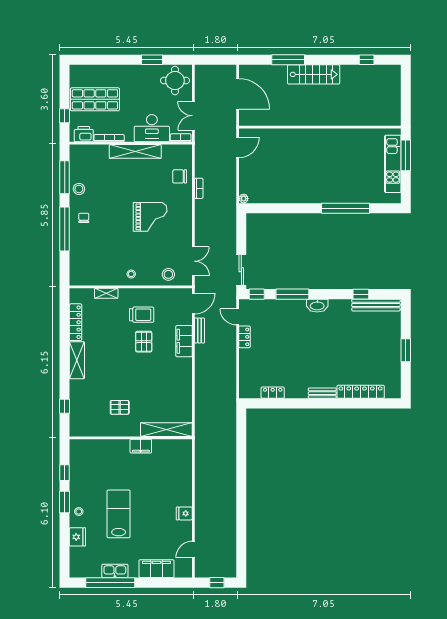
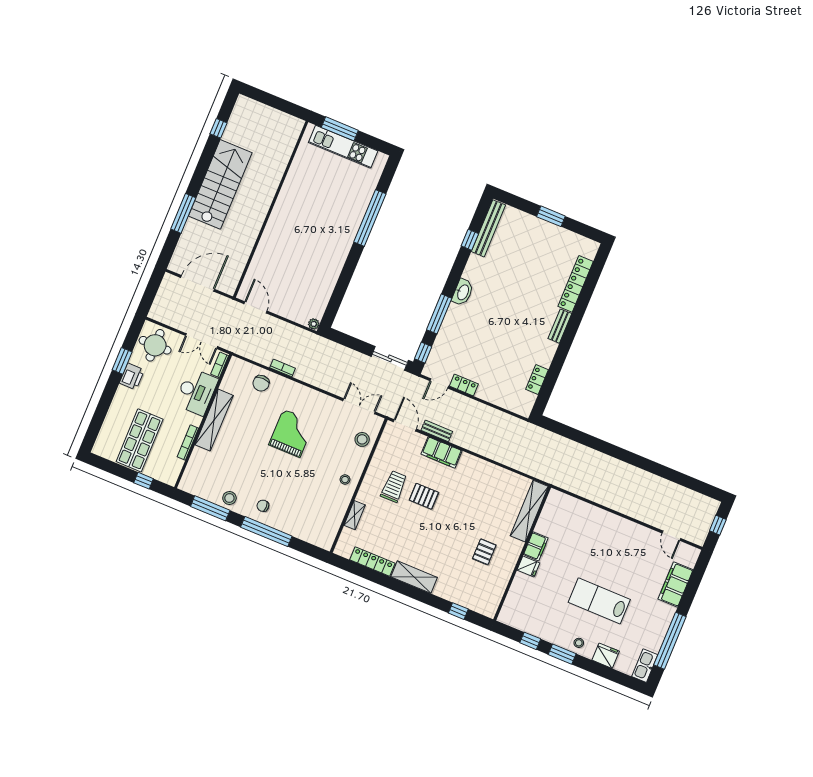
stairs: (314, 74) -> (220, 184), width x1.36, depth x1.51
printer: (84, 134) -> (132, 377), moved, turned 180
fridge: (184, 513) -> (528, 566), moved, turned -90
kitchen sink: (115, 571) -> (645, 666), moved

